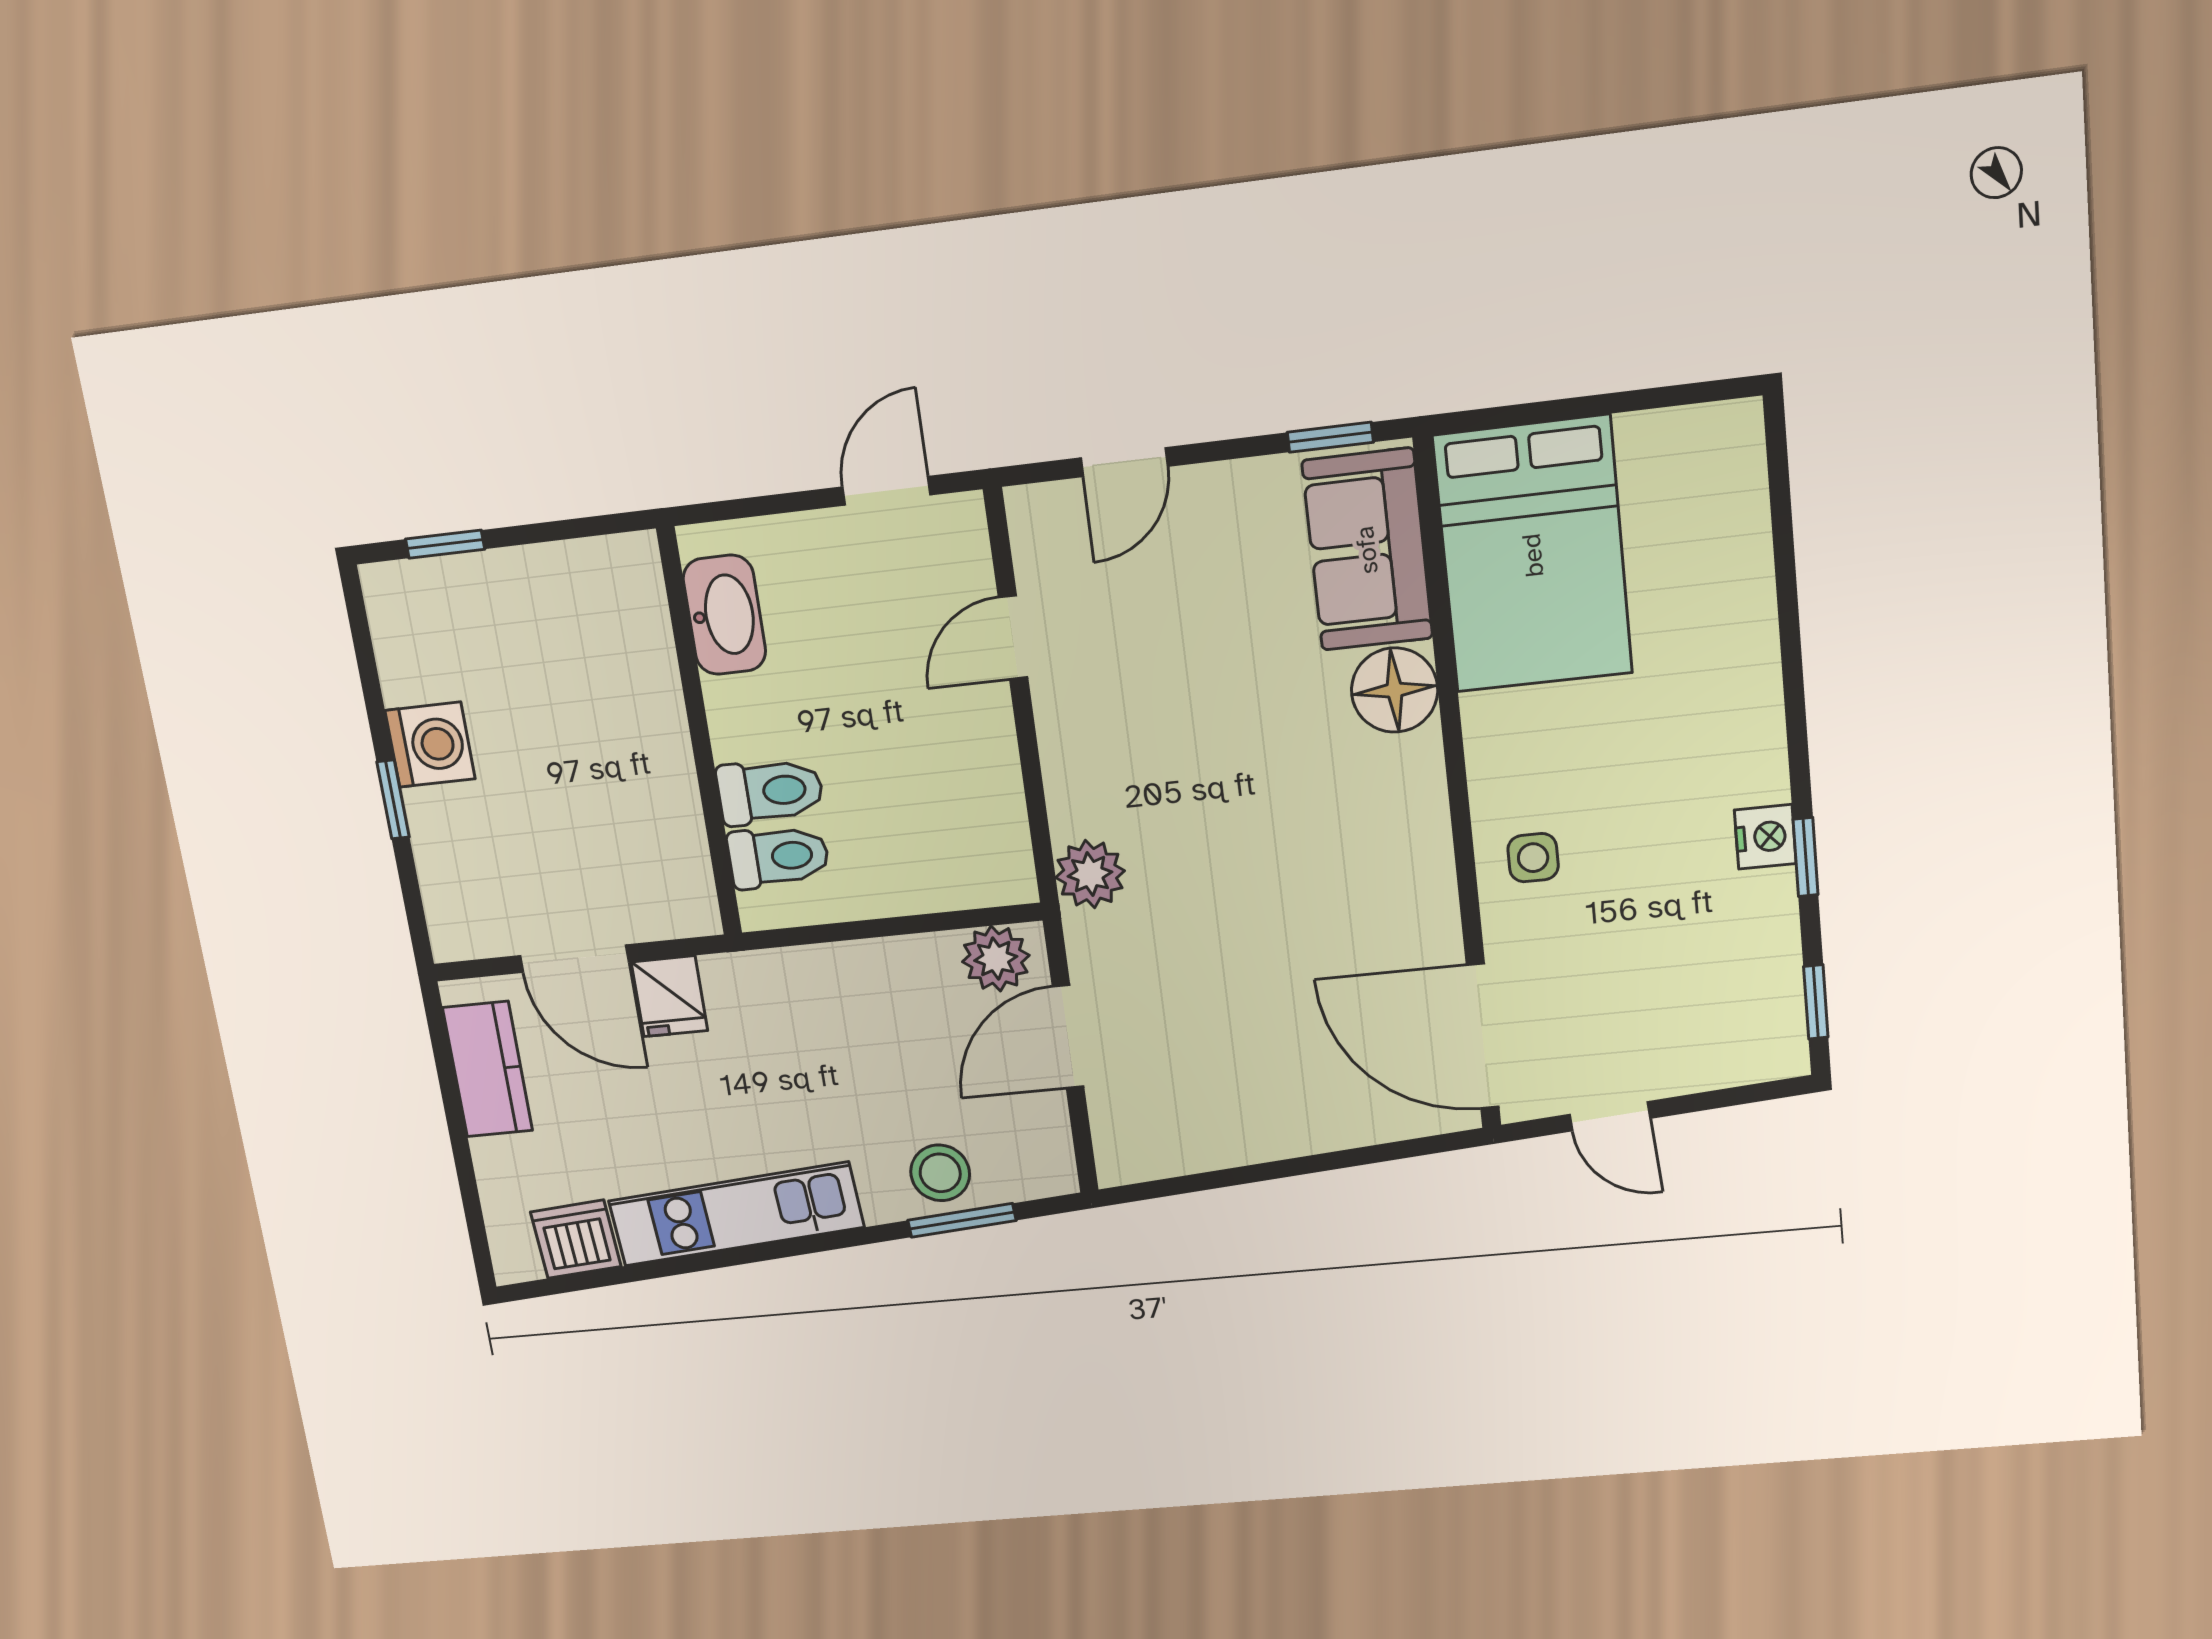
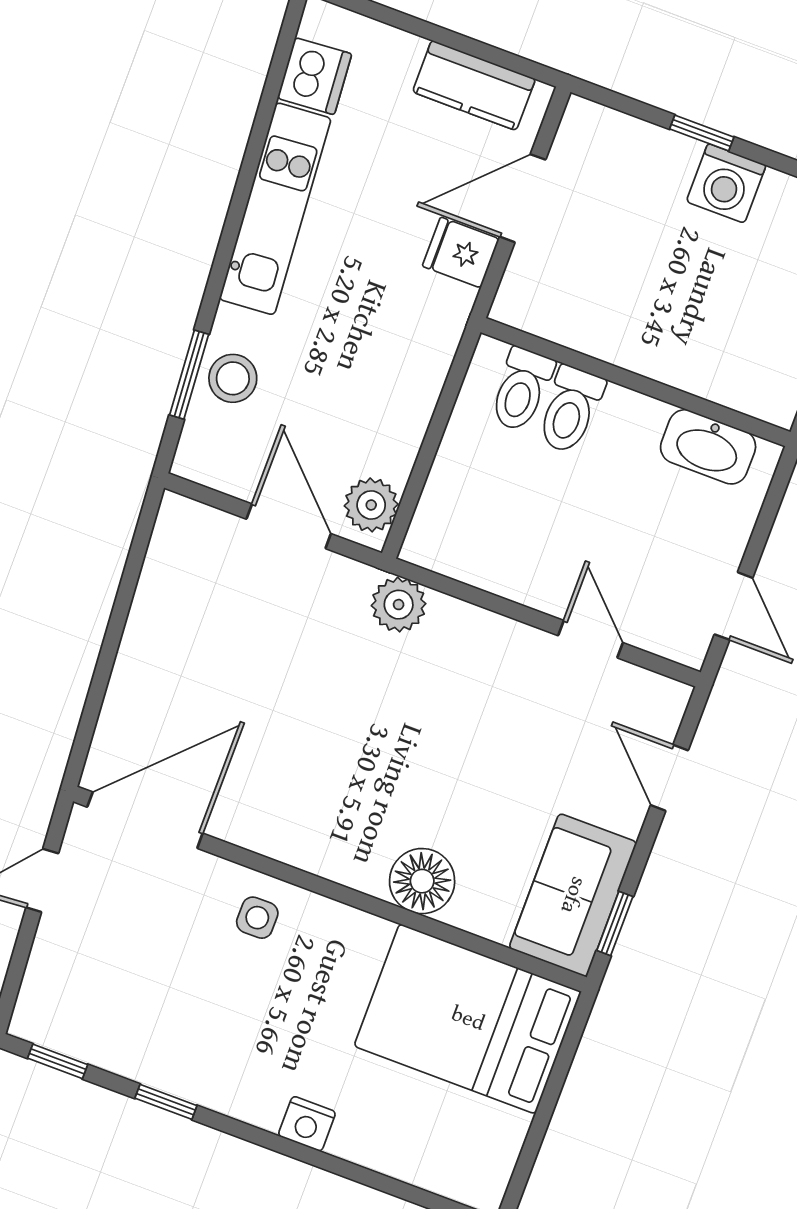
sofa: (1367, 550) -> (573, 895), moved, turned -90
nightstand: (1765, 837) -> (307, 1124), moved

